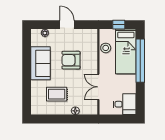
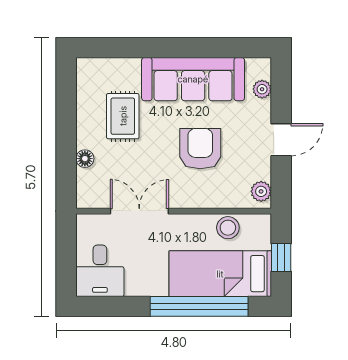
plant: (90, 33) -> (261, 191), added
sofa: (40, 63) -> (193, 79), width x1.36

